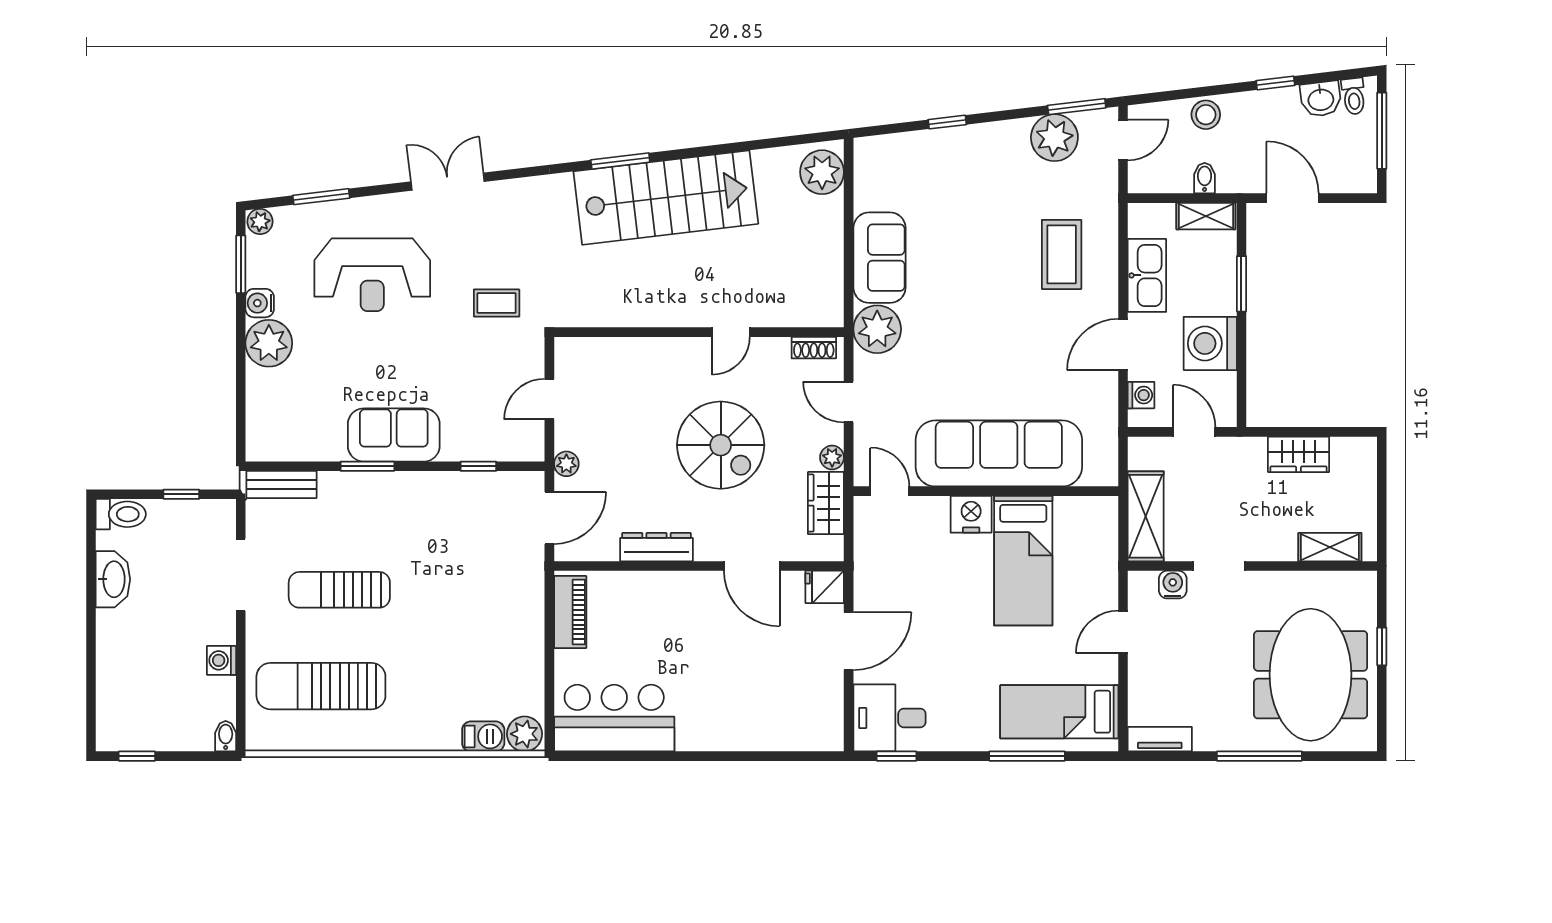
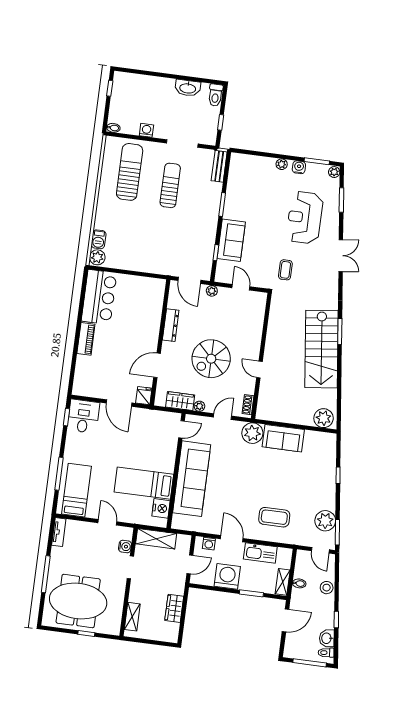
plant: (269, 343) -> (282, 164), width x0.53, depth x0.53
sofa: (394, 435) -> (231, 240), moved
nightstand: (971, 514) -> (161, 508), moved
piano: (570, 612) -> (86, 339), moved, turned -90

